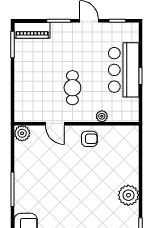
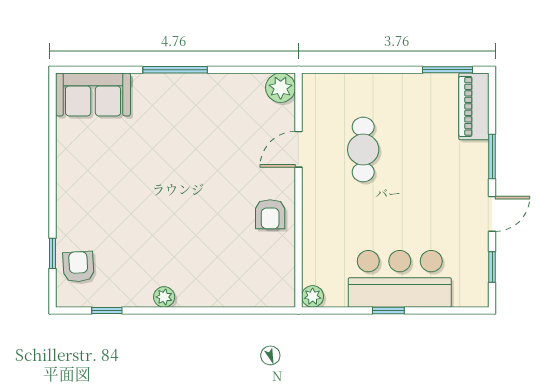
cafe table: (72, 88) -> (363, 149), moved, turned 90
plant: (102, 116) -> (313, 296), moved
plant: (128, 195) -> (164, 297), width x0.53, depth x0.53

